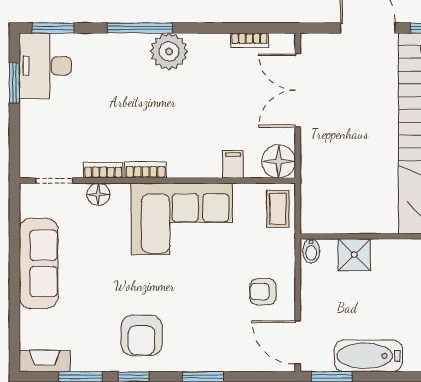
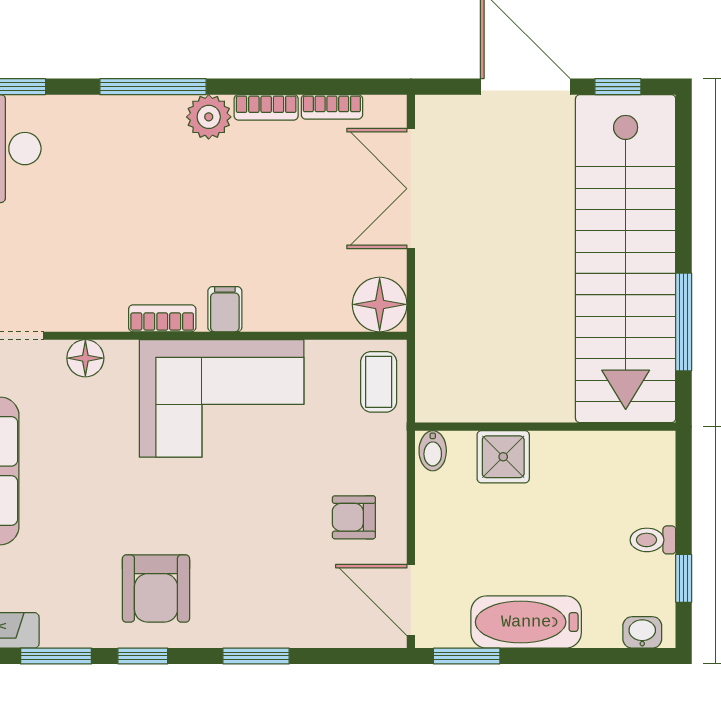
plant: (169, 51) -> (209, 117), width x0.73, depth x0.73
filing cabinet: (233, 164) -> (225, 309), moved
bookcase: (103, 170) -> (266, 107), moved, turned 180

